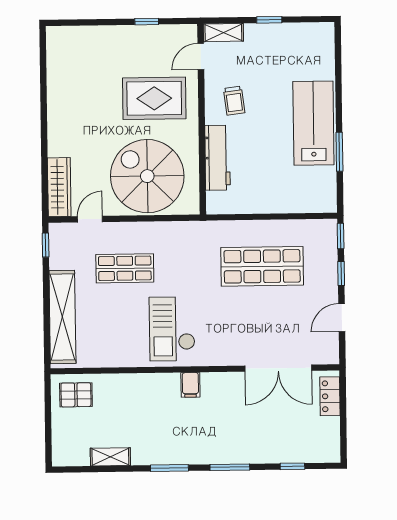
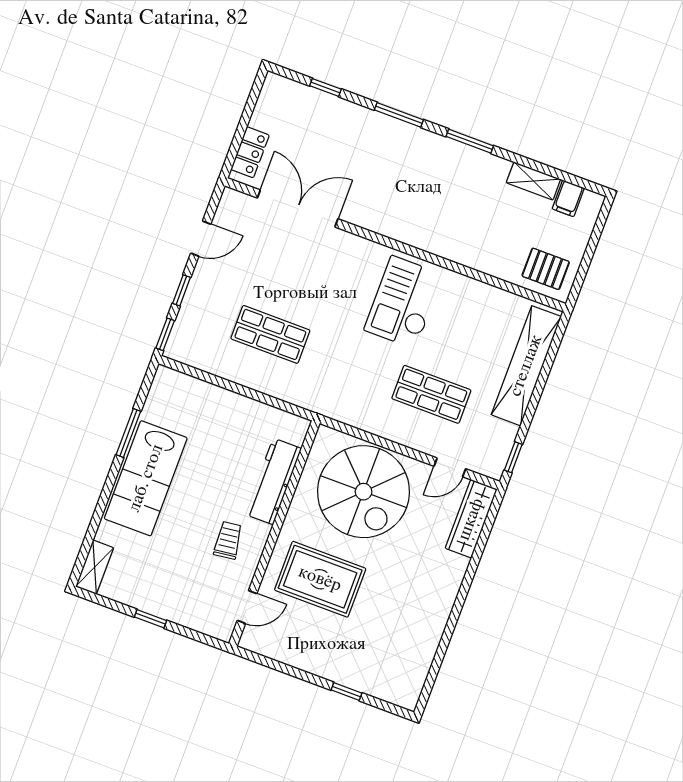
window: (147, 22) -> (347, 692), moved
shelving: (223, 33) -> (95, 567), moved, turned 90
shop shelf: (262, 266) -> (270, 334), width x0.70, depth x0.74
checkout: (172, 329) -> (404, 302), turned 180
filing cabinet: (190, 385) -> (568, 198), moved, turned 180

